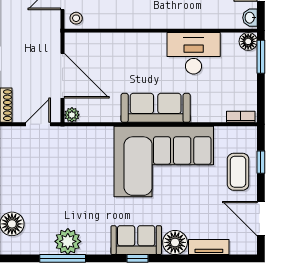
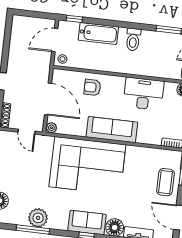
armchair: (122, 53) -> (92, 87), added
door: (38, 124) -> (27, 132), swing flipped
corner sofa: (164, 161) -> (87, 166), moved

